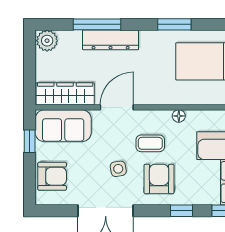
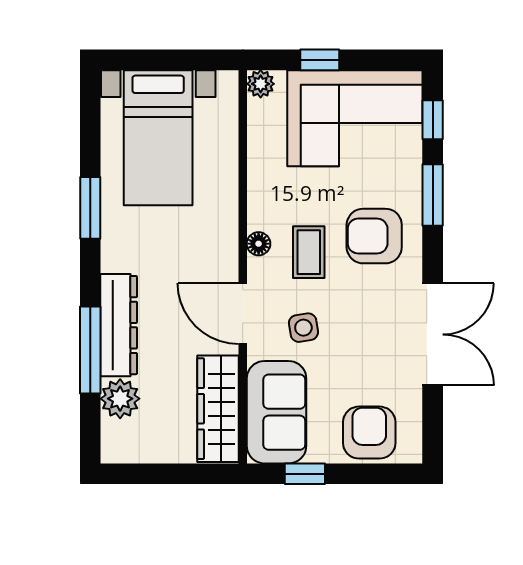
plant: (47, 41) -> (120, 399), moved
floor lamp: (179, 116) -> (259, 244), moved
side table: (118, 169) -> (303, 328), moved
window: (181, 211) -> (433, 195), width x1.50

